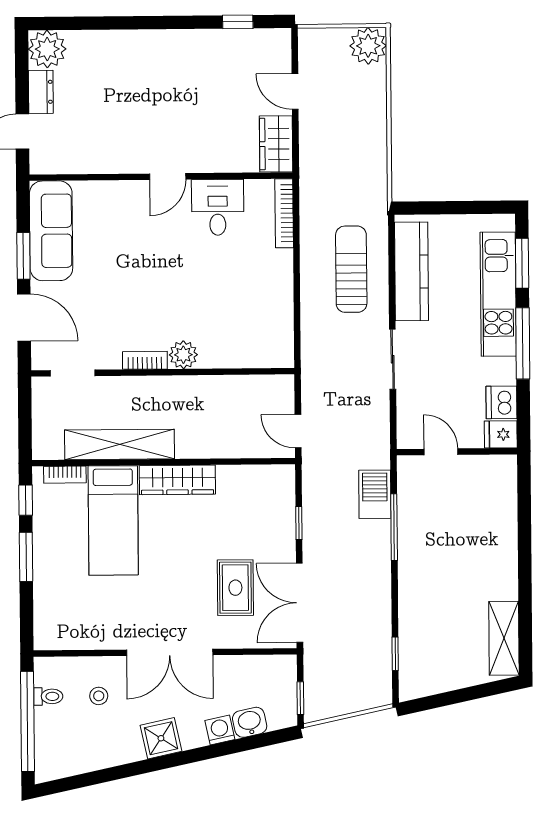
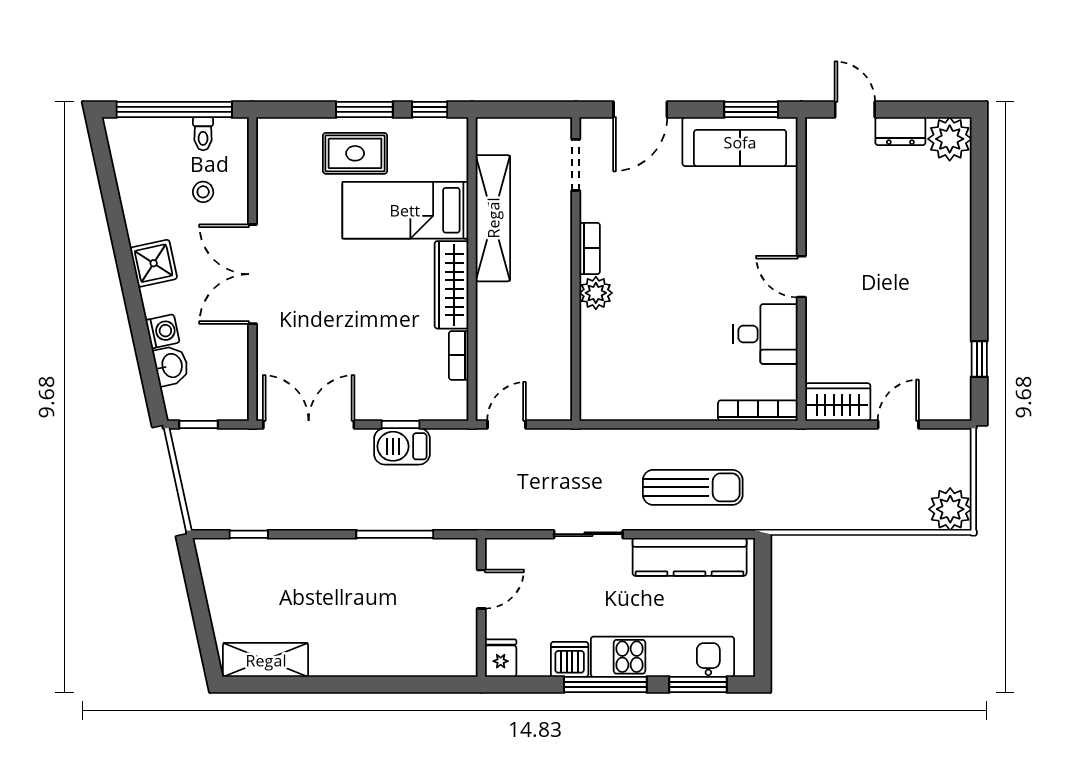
window: (23, 256) -> (751, 109), moved
dishwasher: (501, 402) -> (570, 659), moved
bookcase: (65, 475) -> (459, 355), moved
barbecue: (375, 494) -> (402, 446), moved, turned 180
rug: (235, 588) -> (355, 153), moved

